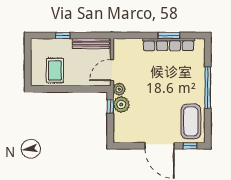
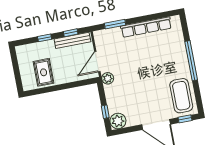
window: (90, 35) -> (71, 33), added
window: (169, 35) -> (115, 24), moved
plant: (121, 104) -> (118, 121), moved
window: (110, 106) -> (105, 112), moved

